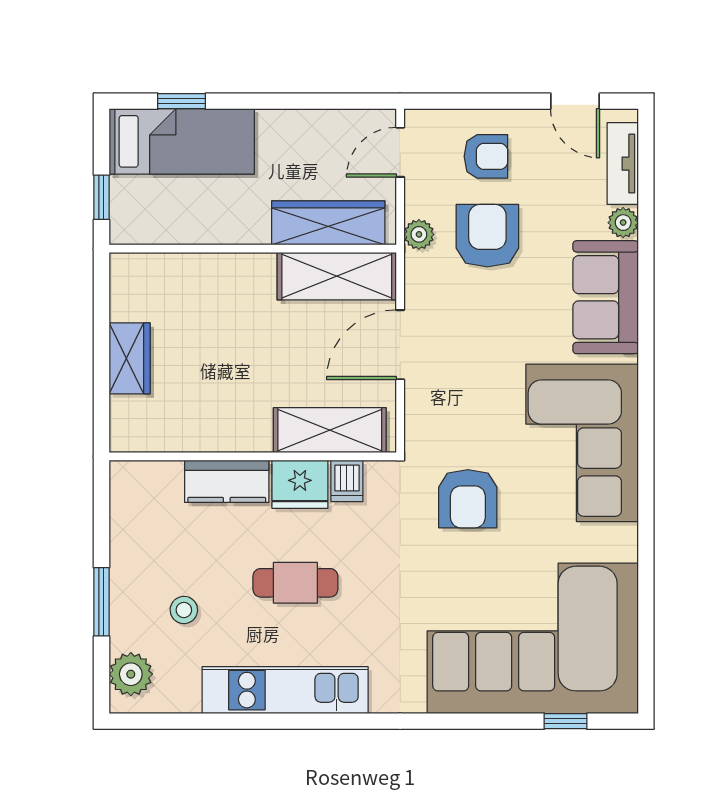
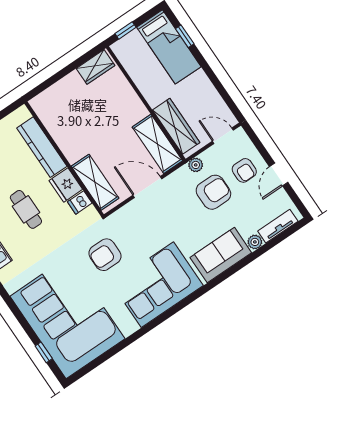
door: (575, 101) -> (279, 175), moved
wardrobe: (130, 358) -> (96, 67), moved
kitchen counter: (227, 481) -> (42, 147), width x1.50

